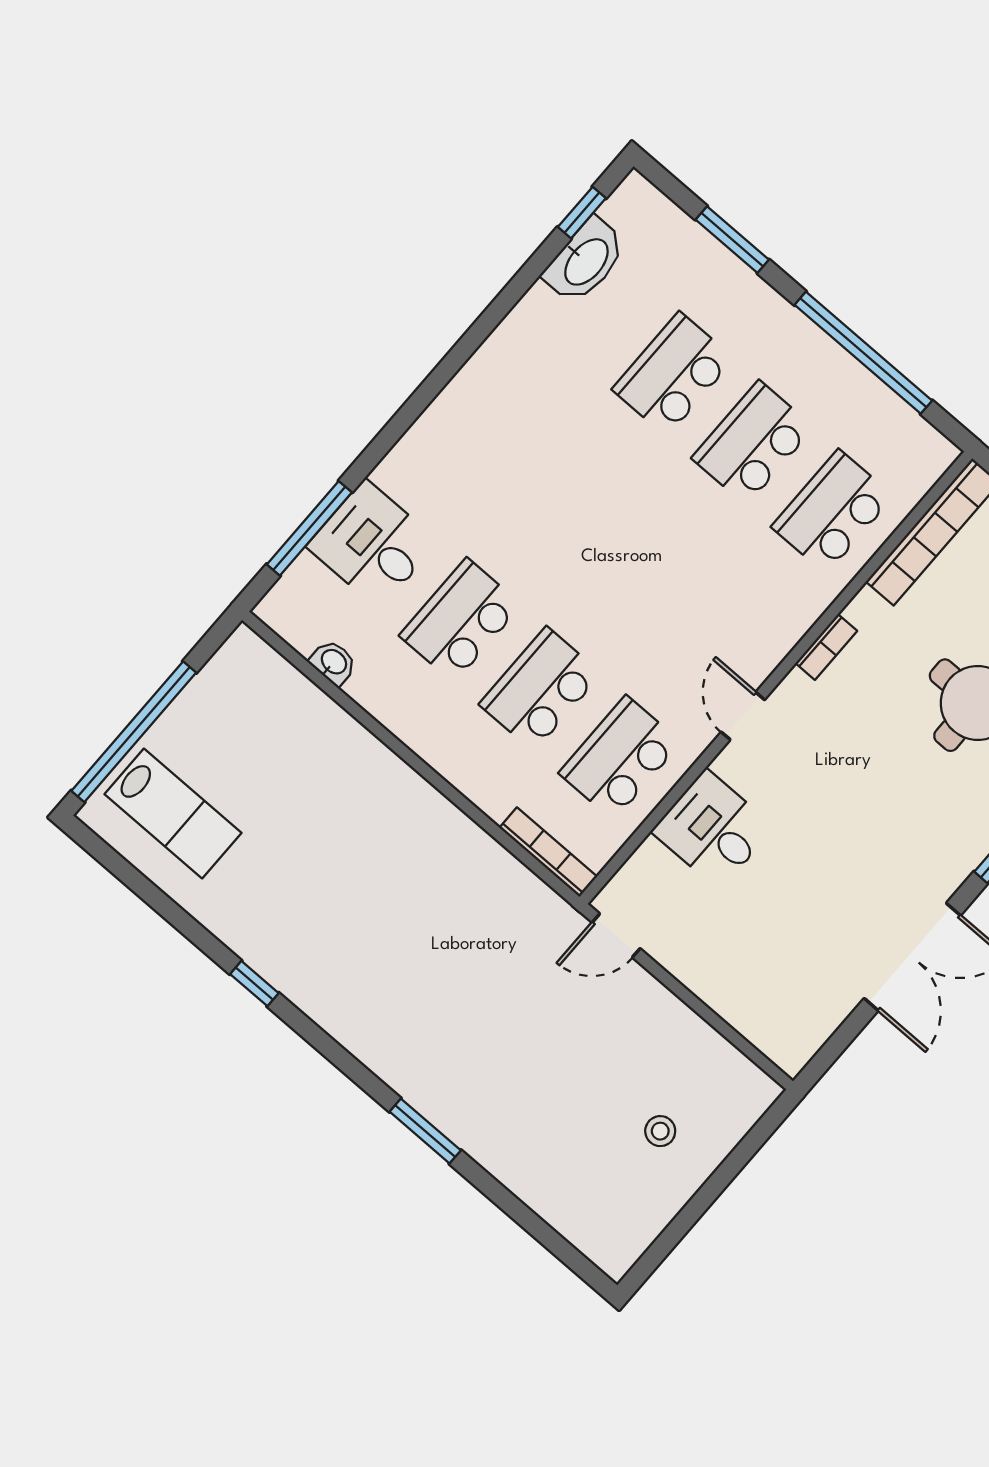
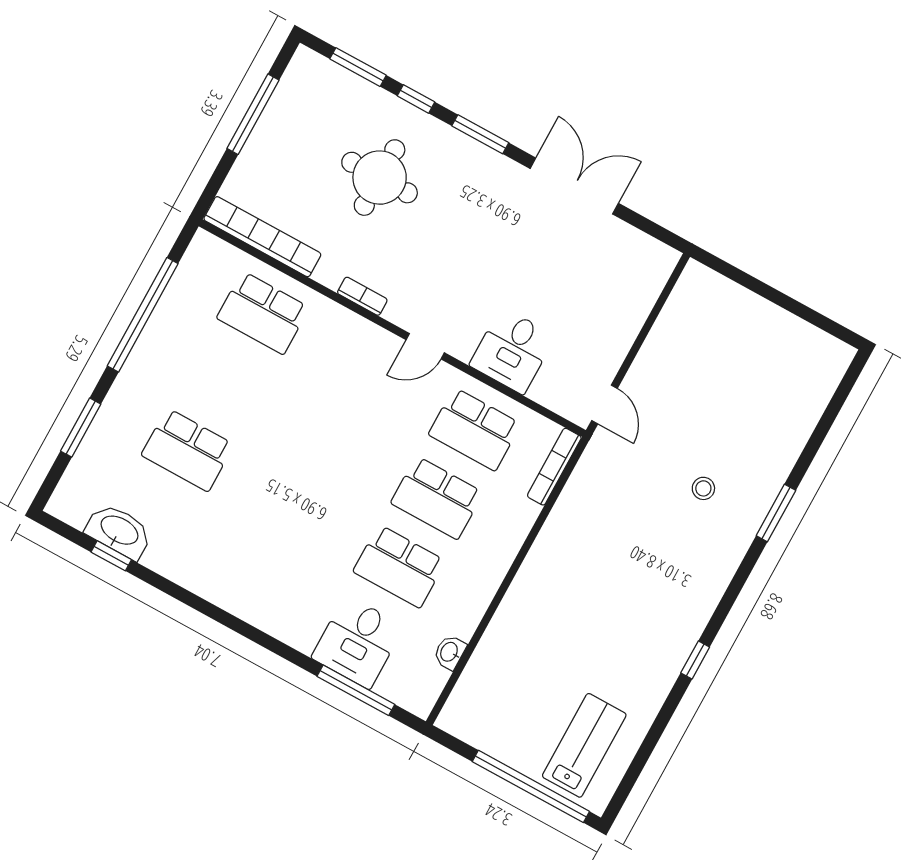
window: (582, 213) -> (111, 556), moved
school desk: (753, 443) -> (225, 381), removed
stool: (660, 1131) -> (703, 488), moved

